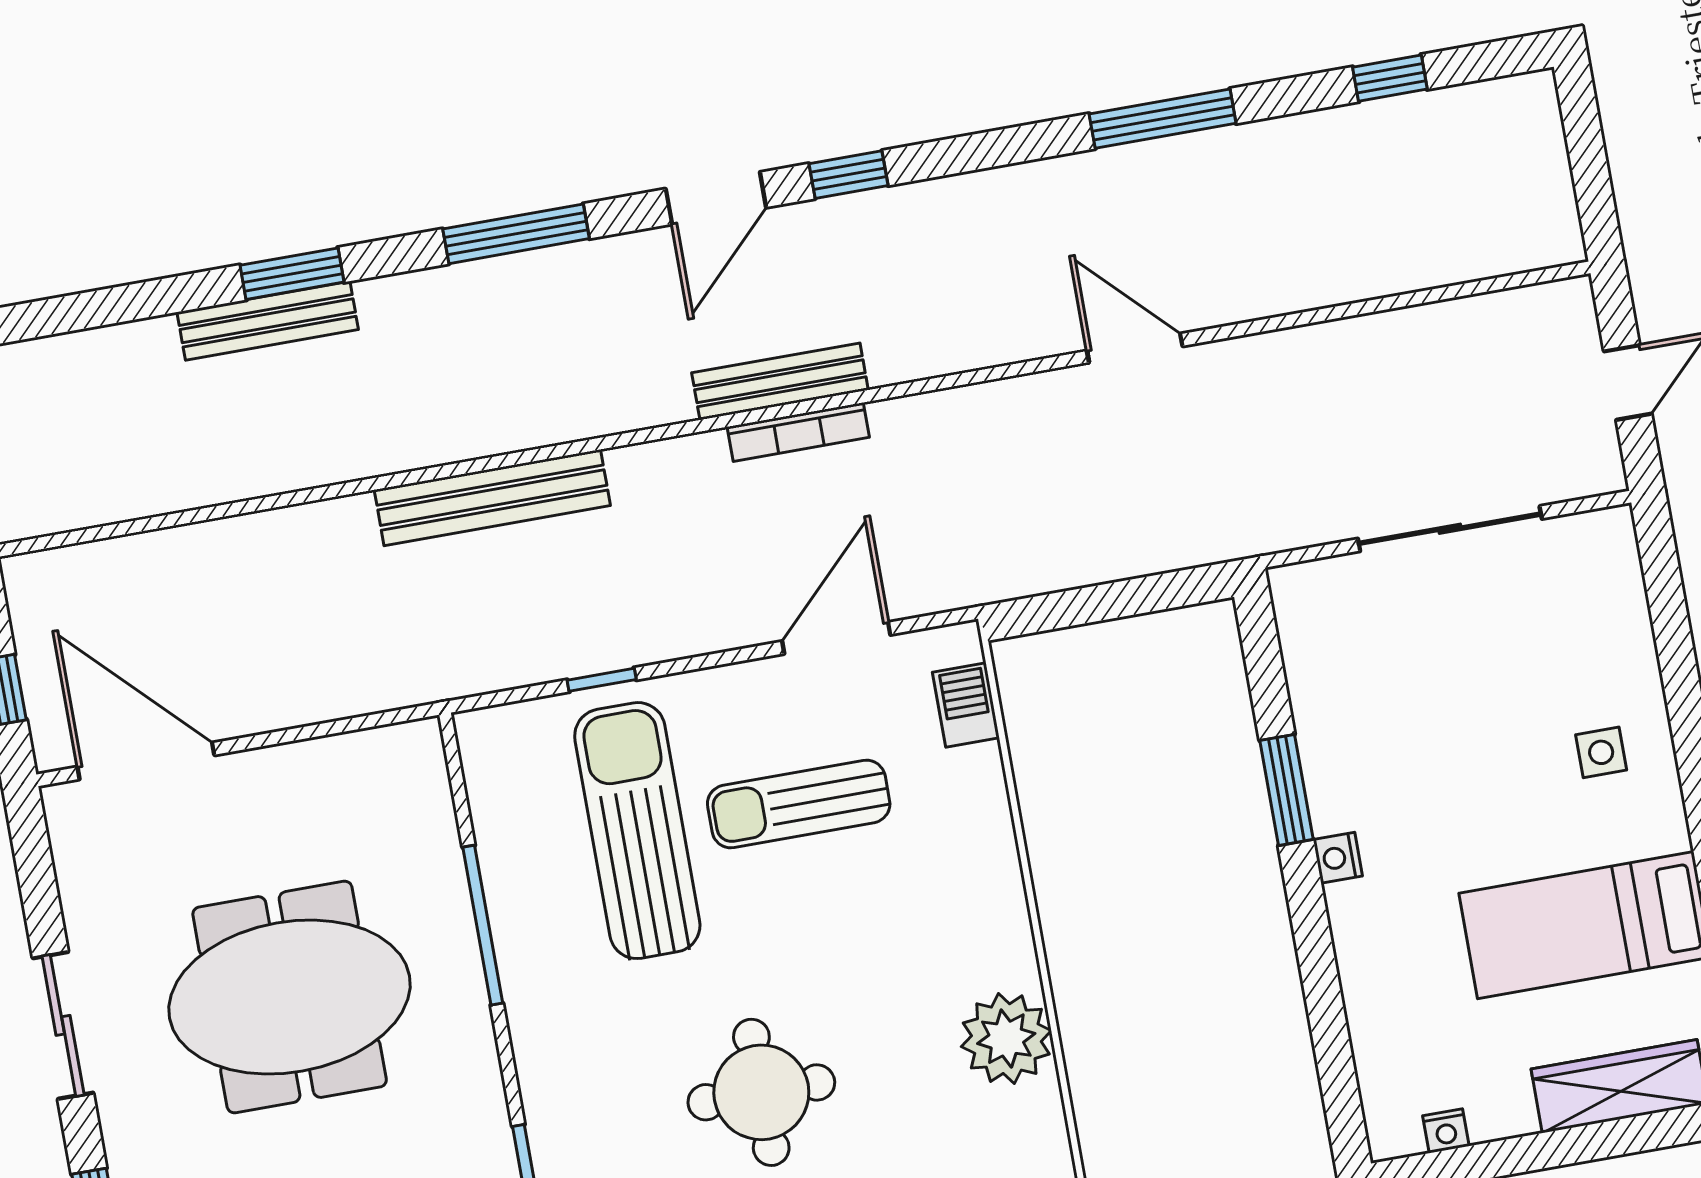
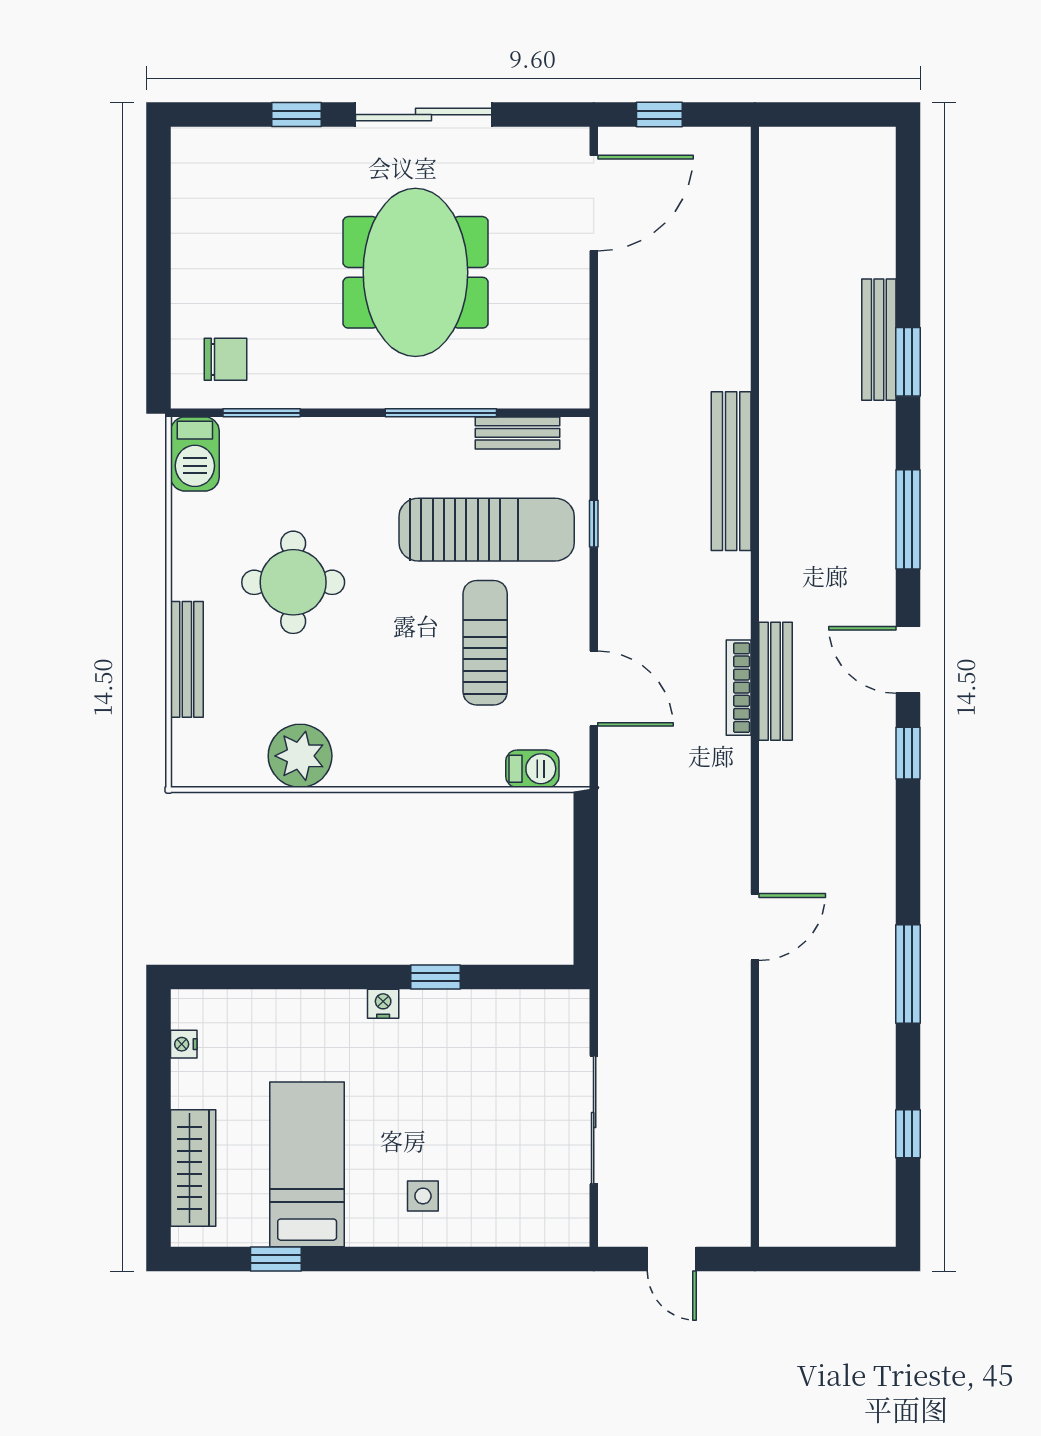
window: (1286, 790) -> (436, 977), width x0.67
bench: (492, 811) -> (518, 433), added
sliding door: (63, 1025) -> (424, 115), width x1.37

